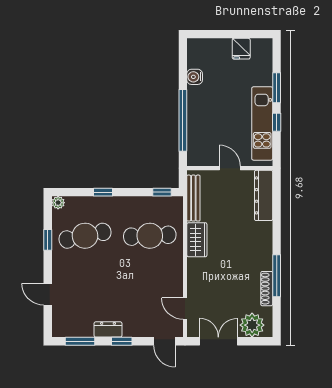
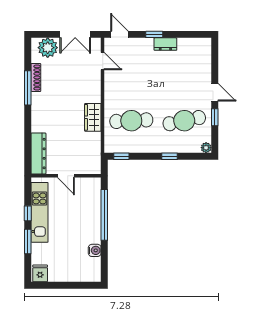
fridge: (241, 49) -> (40, 273), moved
bench: (193, 198) -> (96, 151), removed
door: (48, 294) -> (215, 92), moved
window: (80, 341) -> (188, 34), removed

